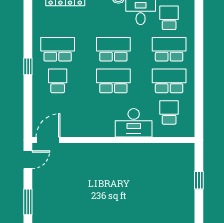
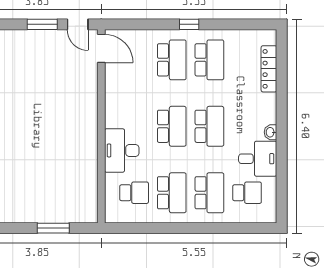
school desk: (58, 81) -> (172, 60), width x1.85
window: (199, 180) -> (53, 228), width x1.50
window: (28, 202) -> (42, 24), moved

